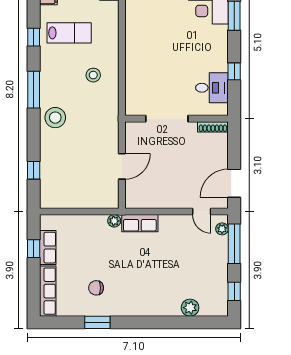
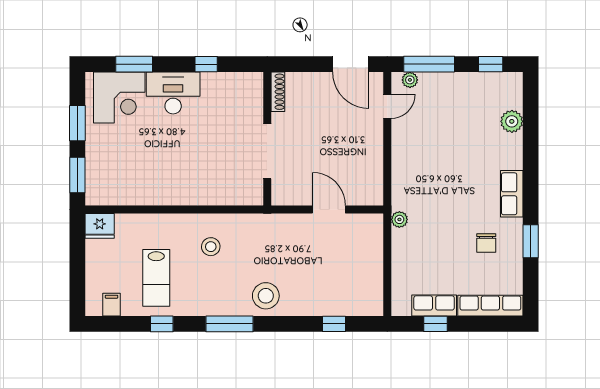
lab bench: (69, 33) -> (156, 278), turned 180
desk: (212, 88) -> (173, 93), moved, width x1.37
row of seats: (140, 223) -> (512, 194), moved, turned 180

